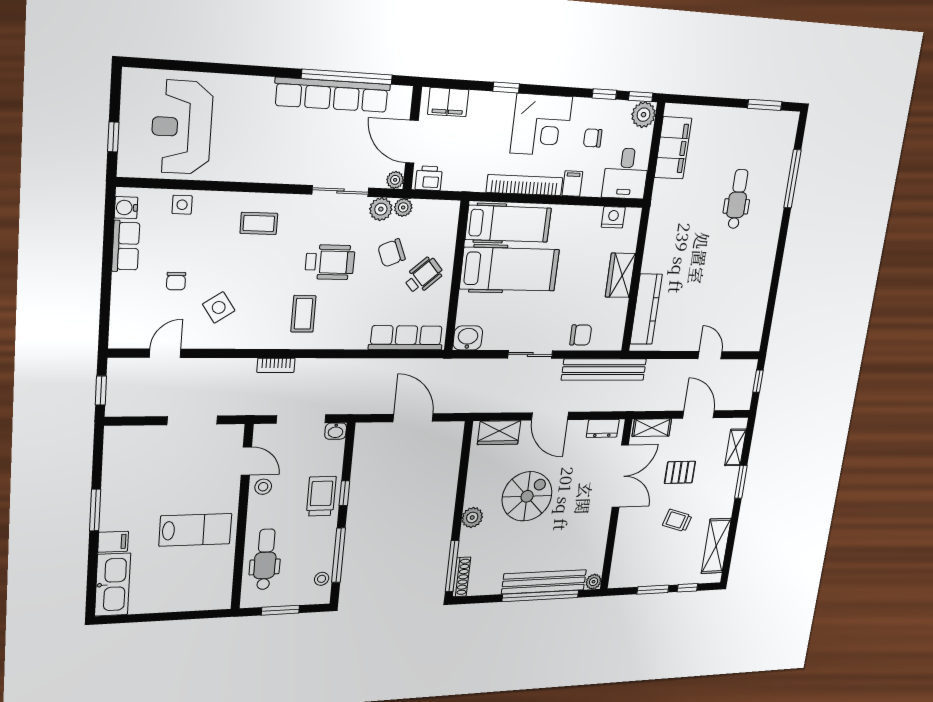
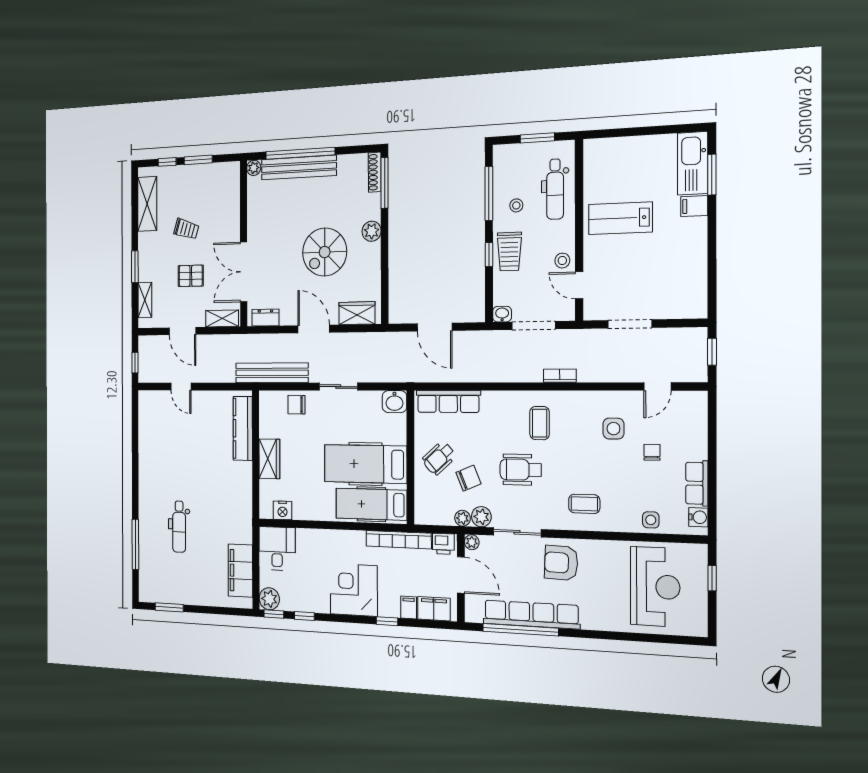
chair: (593, 138) -> (309, 579), removed
armchair: (292, 156) -> (561, 563), added
filing cabinet: (572, 184) -> (409, 607), moved, turned 180
bookcase: (525, 185) -> (399, 540), moved
side table: (219, 307) -> (613, 429), turned 34
window: (95, 510) -> (712, 175), moved
stool: (322, 579) -> (516, 205), moved

